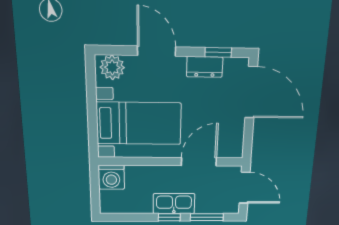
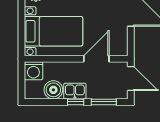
boiler: (139, 202) -> (53, 90), added
kitchen sink: (174, 204) -> (75, 91), width x0.73

